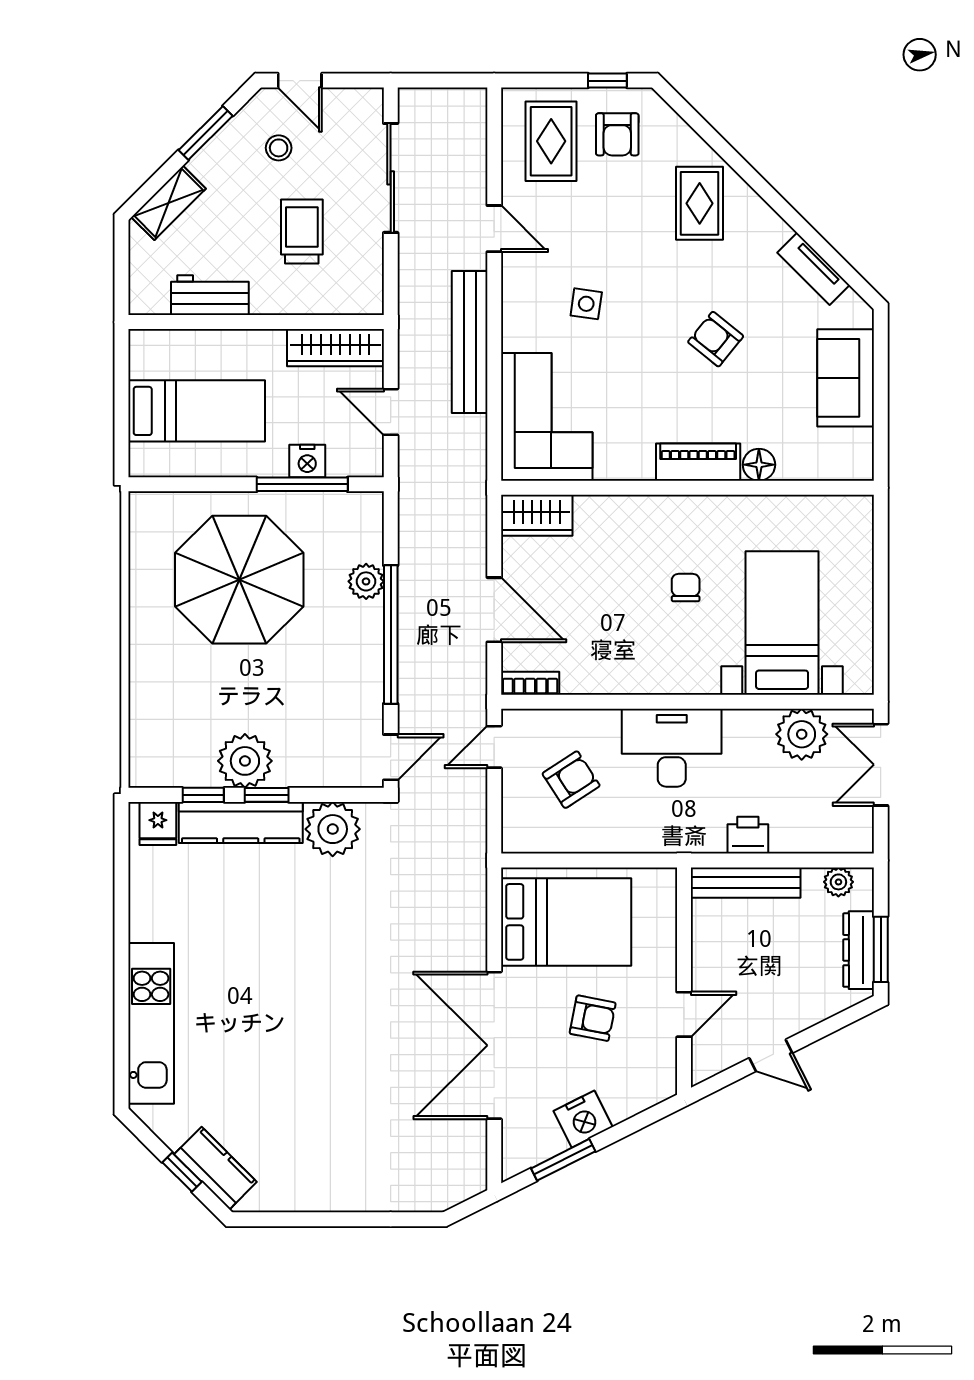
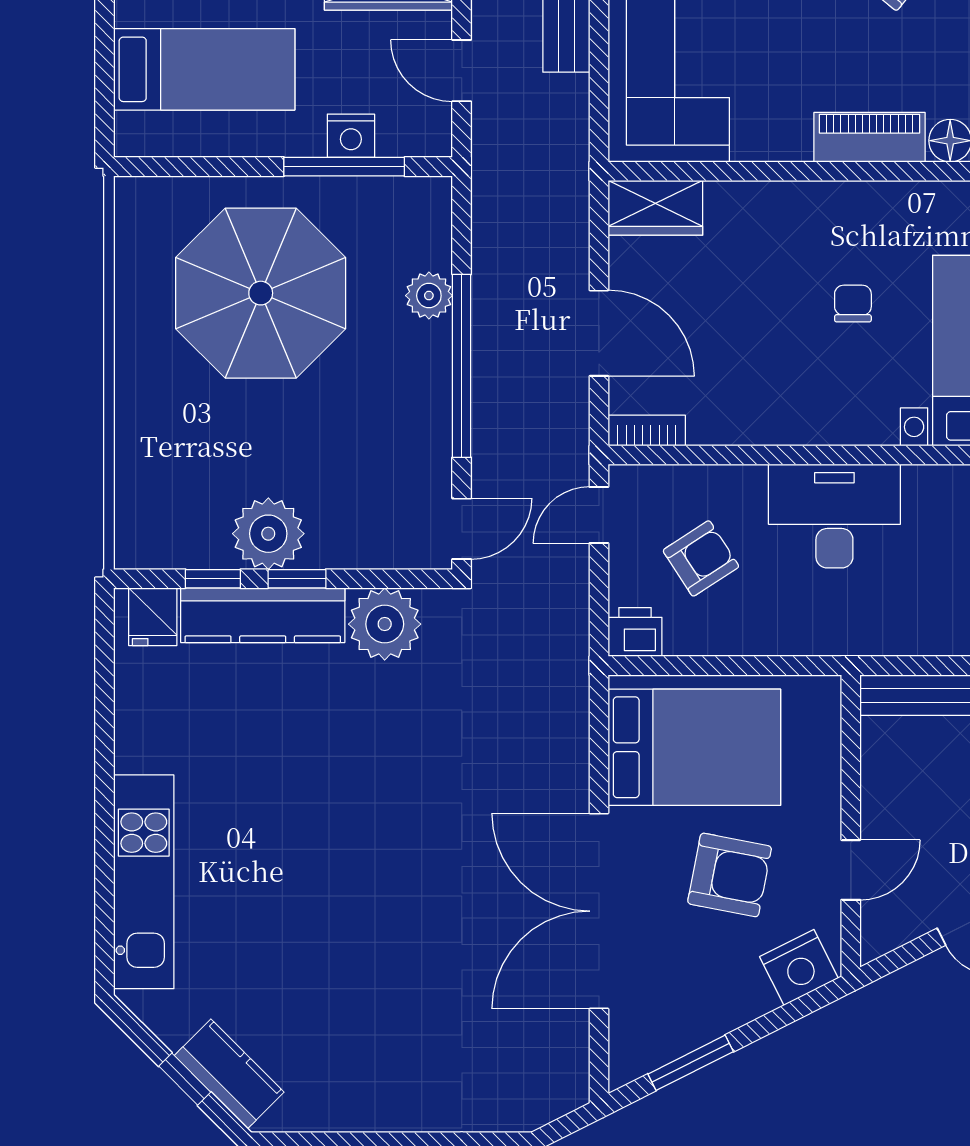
printer: (748, 835) -> (635, 632), moved
armchair: (593, 1018) -> (730, 875), width x1.38, depth x1.38
nightstand: (583, 1119) -> (799, 967), moved

